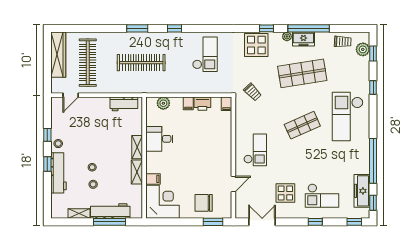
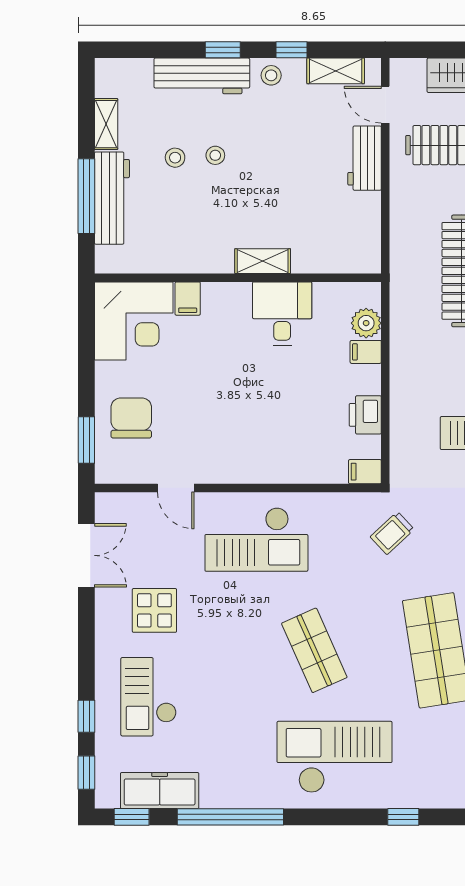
filing cabinet: (188, 103) -> (366, 352), moved
workbench: (124, 104) -> (365, 158), moved
checkout: (255, 150) -> (256, 539), width x1.36, depth x1.21
shelving: (137, 172) -> (336, 71), moved
window: (315, 222) -> (86, 716), moved

